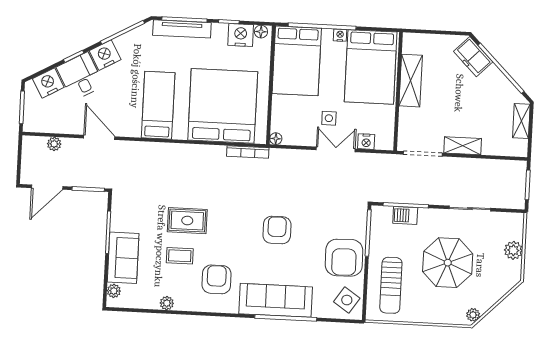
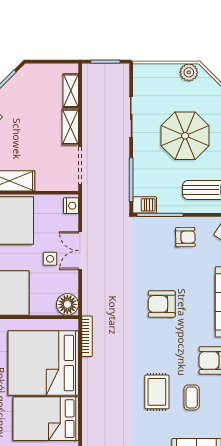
bed: (158, 105) -> (46, 419), width x1.50
shelving: (521, 121) -> (71, 91), moved, turned 90
floor lamp: (276, 139) -> (67, 304), width x1.89, depth x1.89
nightstand: (366, 142) -> (71, 206), moved
barbecue: (405, 215) -> (145, 205), moved, turned -90
plant: (513, 250) -> (189, 72), moved
armchair: (344, 258) -> (185, 237), width x0.53, depth x0.53

